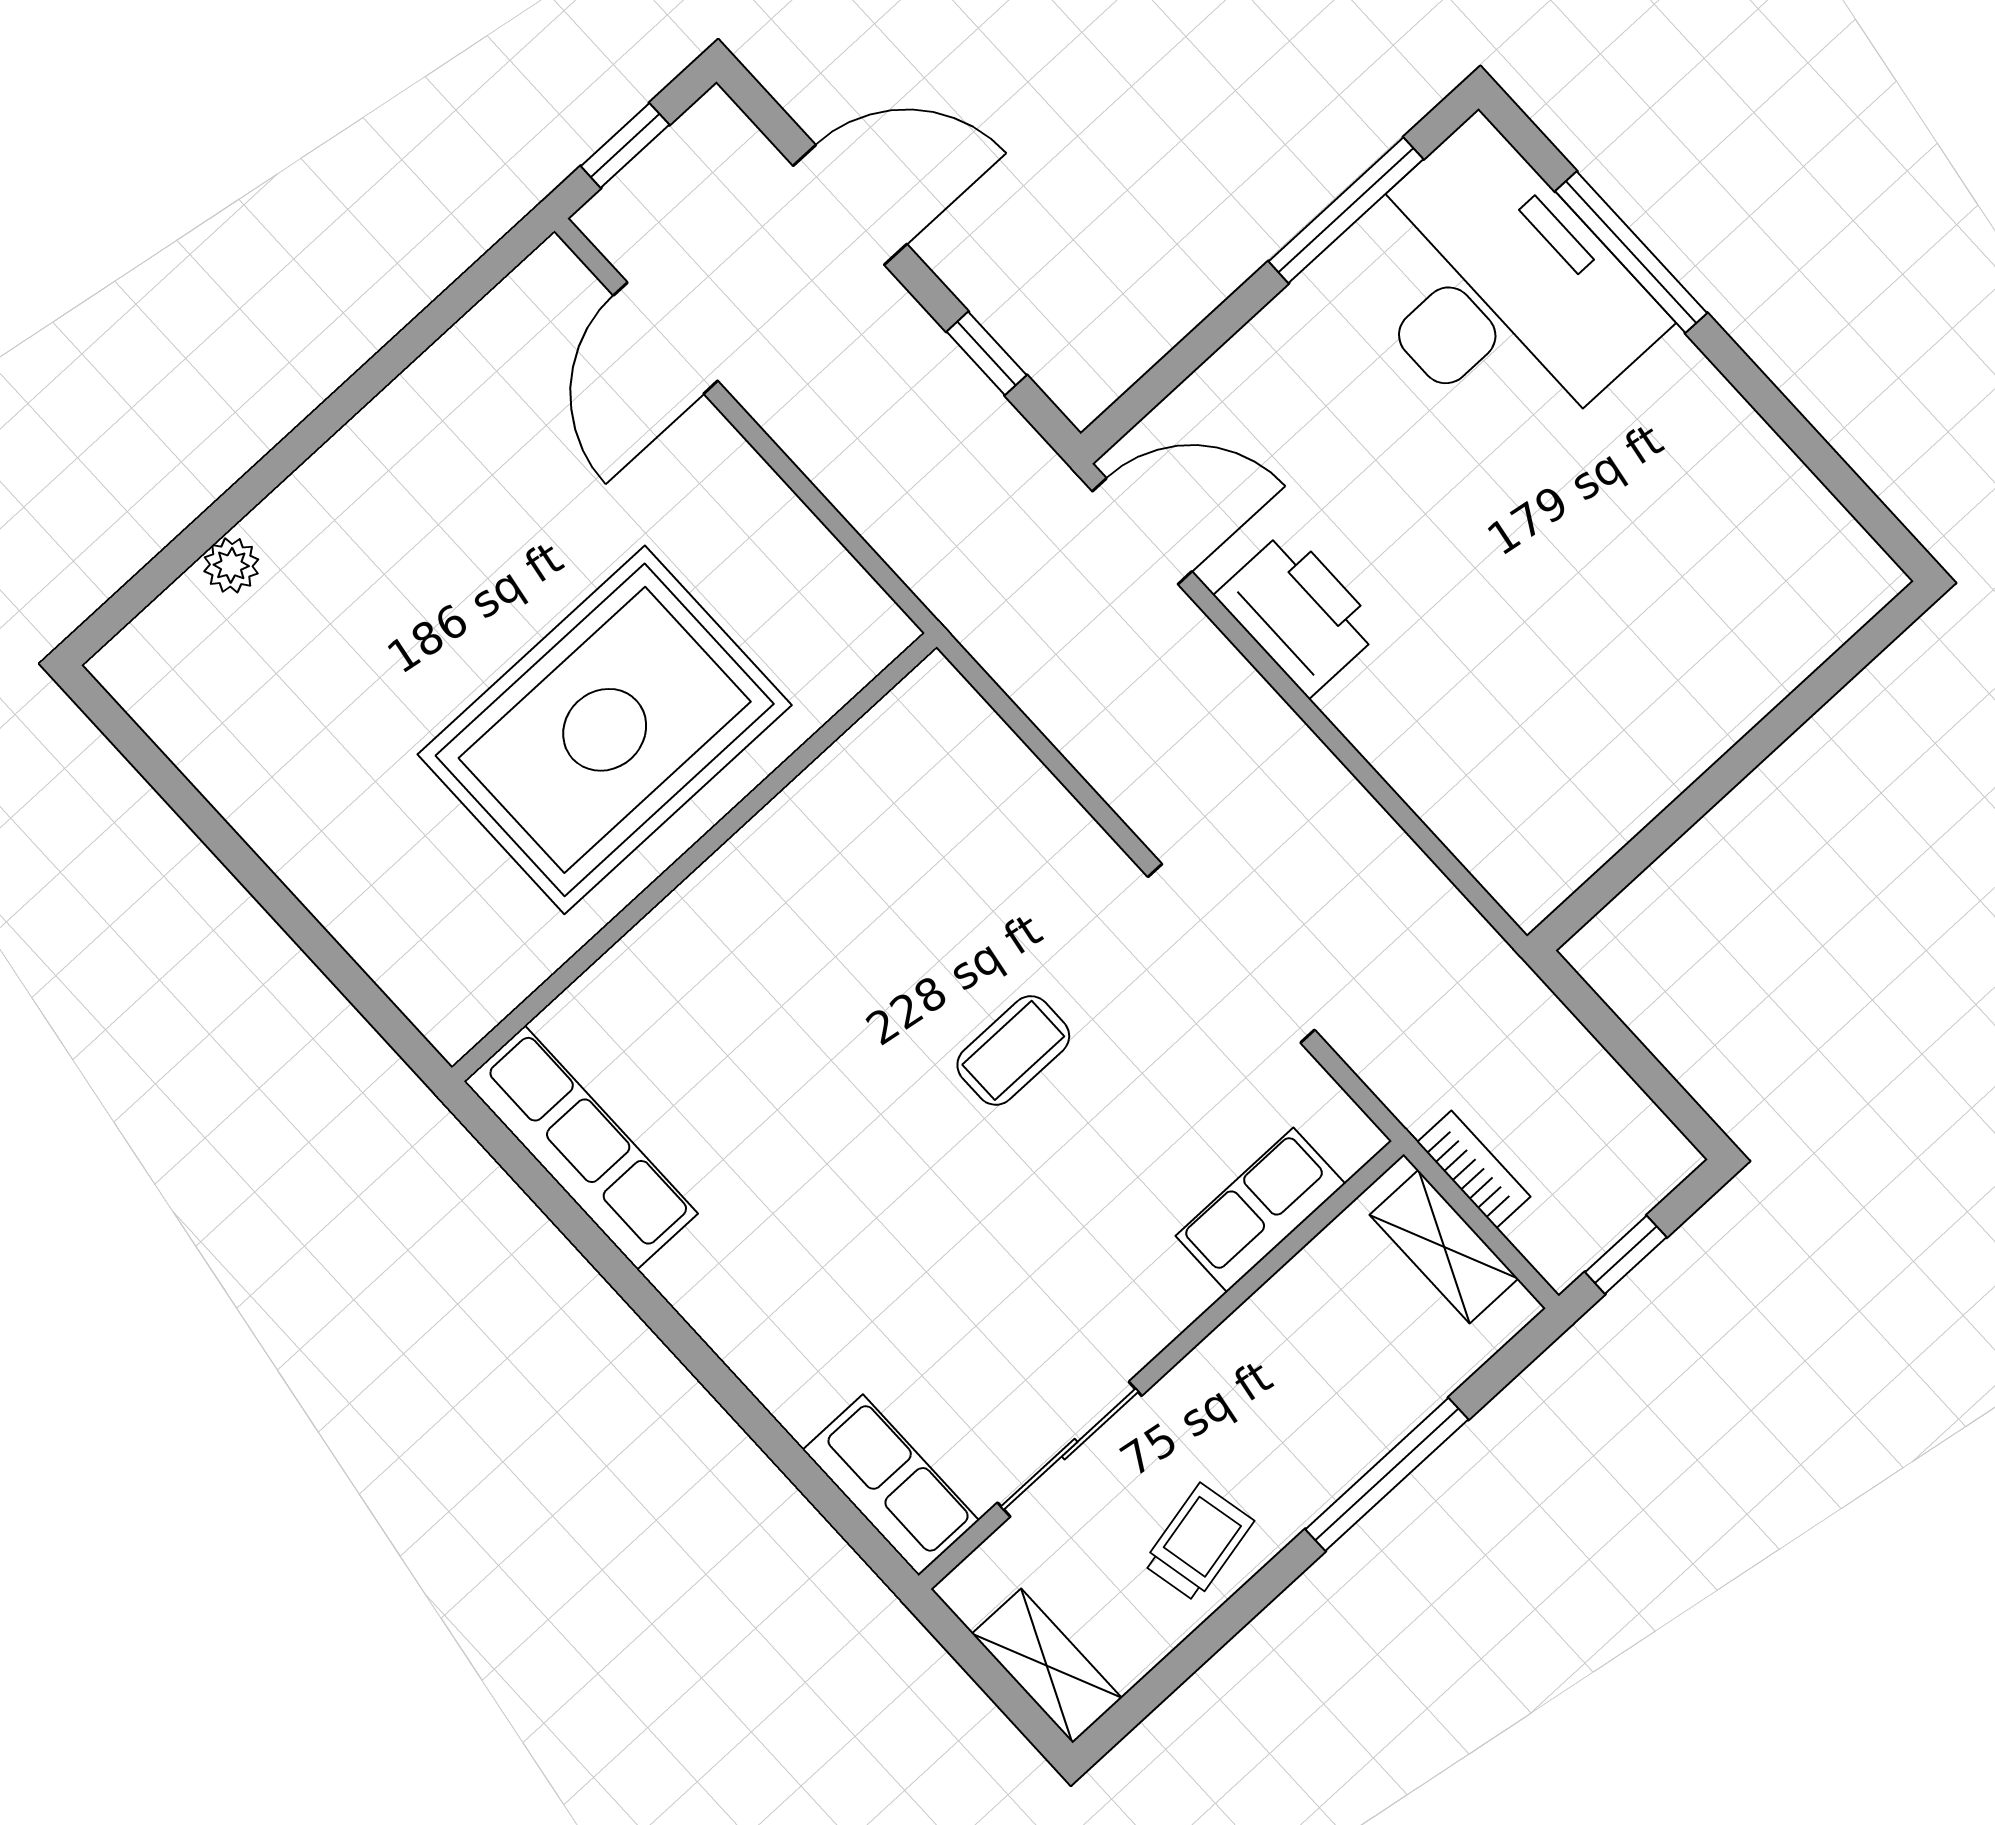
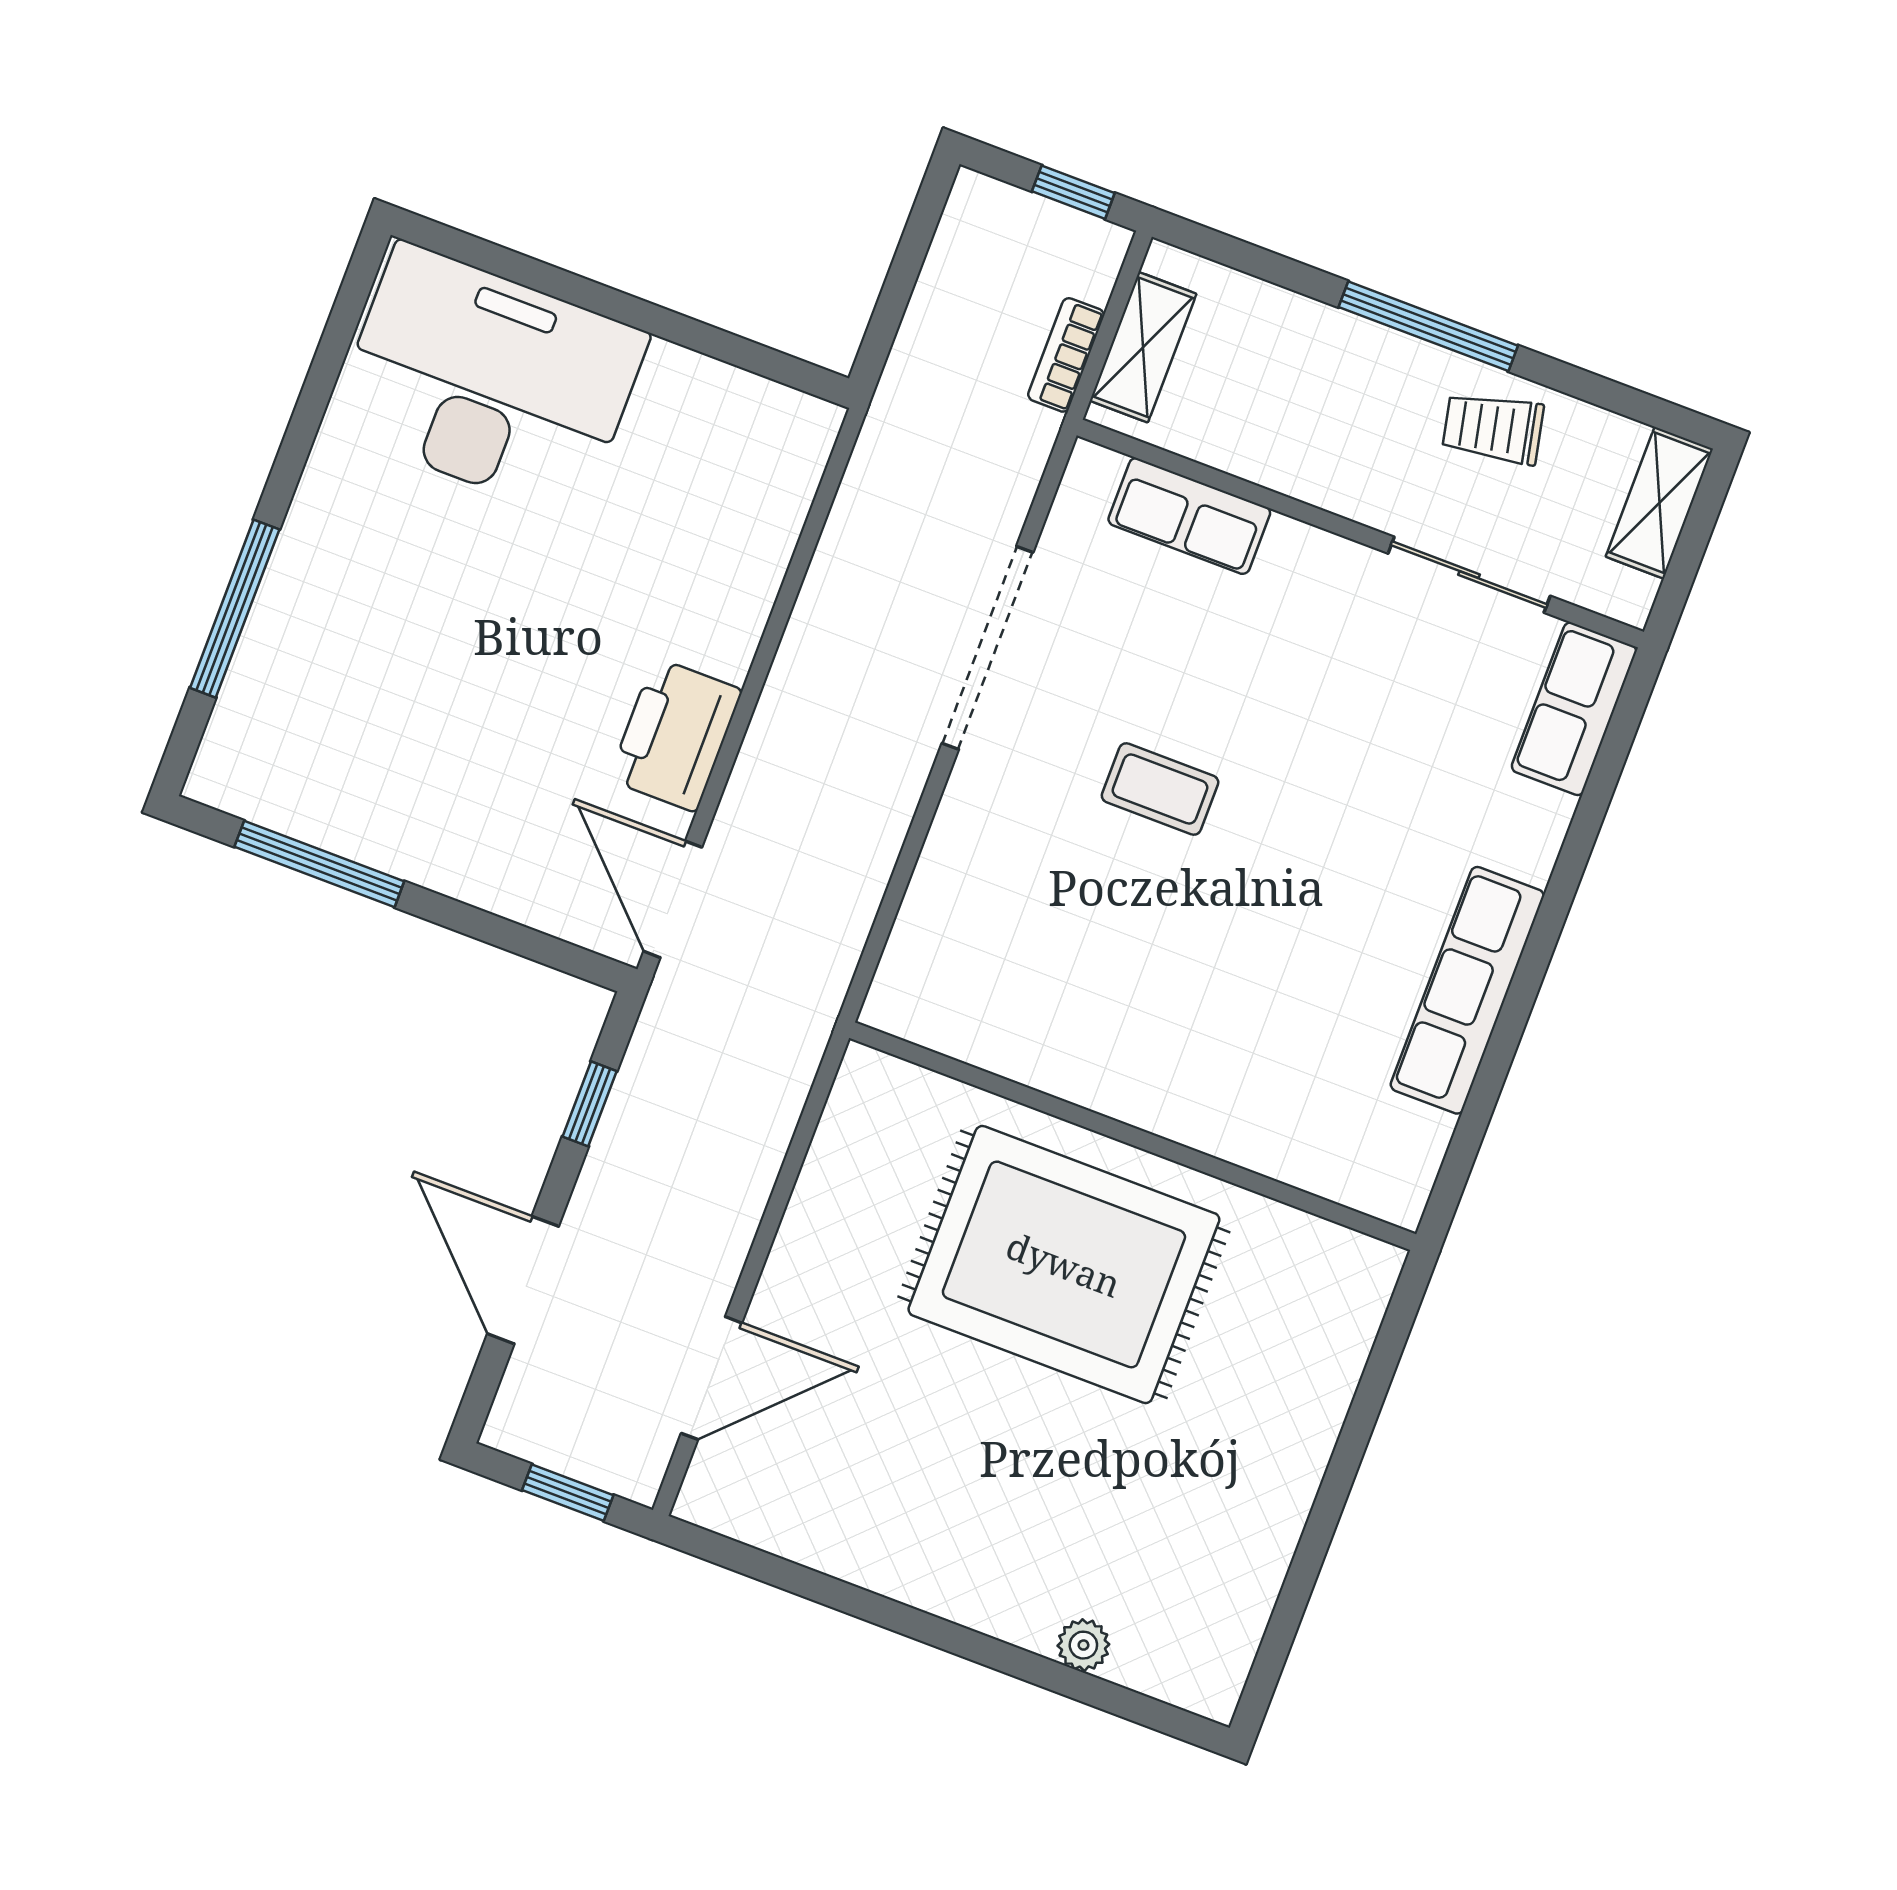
desk: (1497, 289) -> (489, 381), moved, turned 90
row of seats: (581, 1147) -> (1467, 990), moved
window: (1387, 1474) -> (1428, 326), moved

